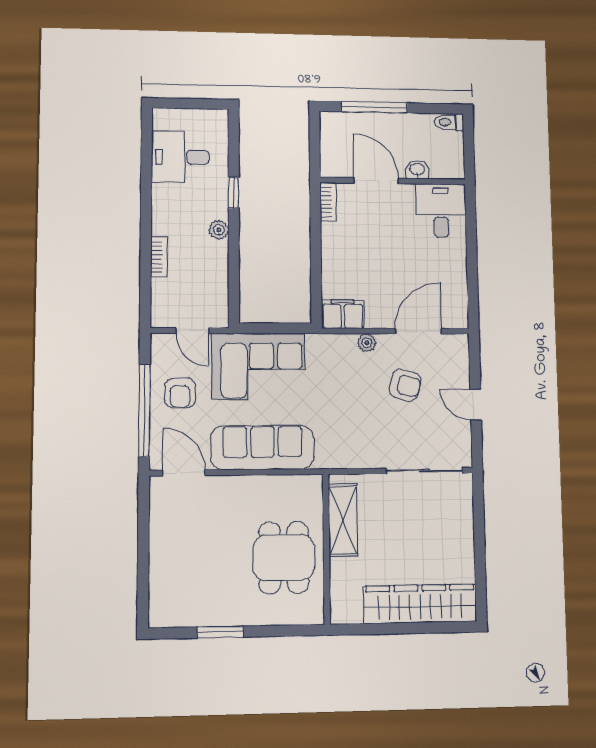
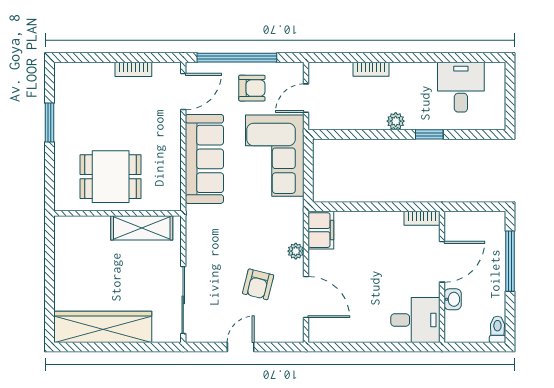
armchair: (180, 393) -> (252, 88), turned 180
bookcase: (157, 532) -> (133, 69), added
wardrobe: (420, 604) -> (103, 327), moved, turned -90

